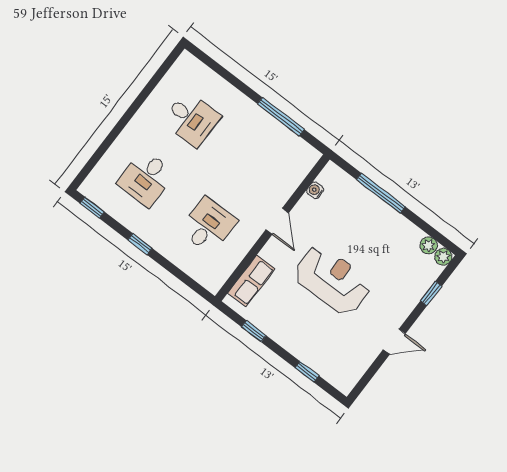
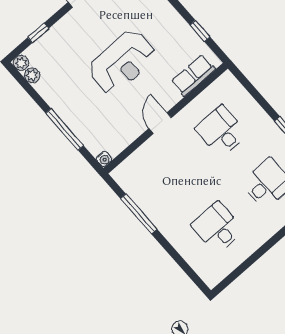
water cooler: (315, 190) -> (104, 159), moved
desk: (208, 226) -> (221, 131), turned 90
reception desk: (332, 280) -> (122, 62), turned -90

